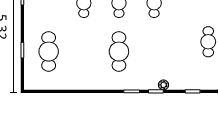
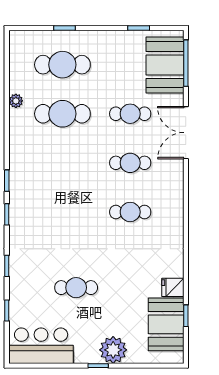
cafe table: (119, 52) -> (62, 114), moved
plant: (164, 85) -> (16, 101), moved

